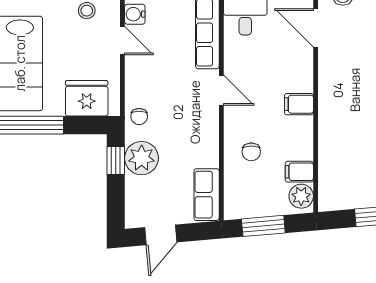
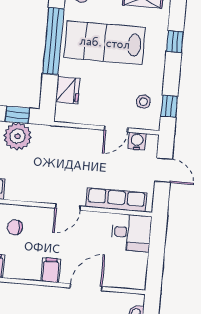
door: (316, 28) -> (86, 287), moved
fridge: (87, 98) -> (68, 90), width x0.73, depth x0.75
chair: (139, 117) -> (52, 137), removed

